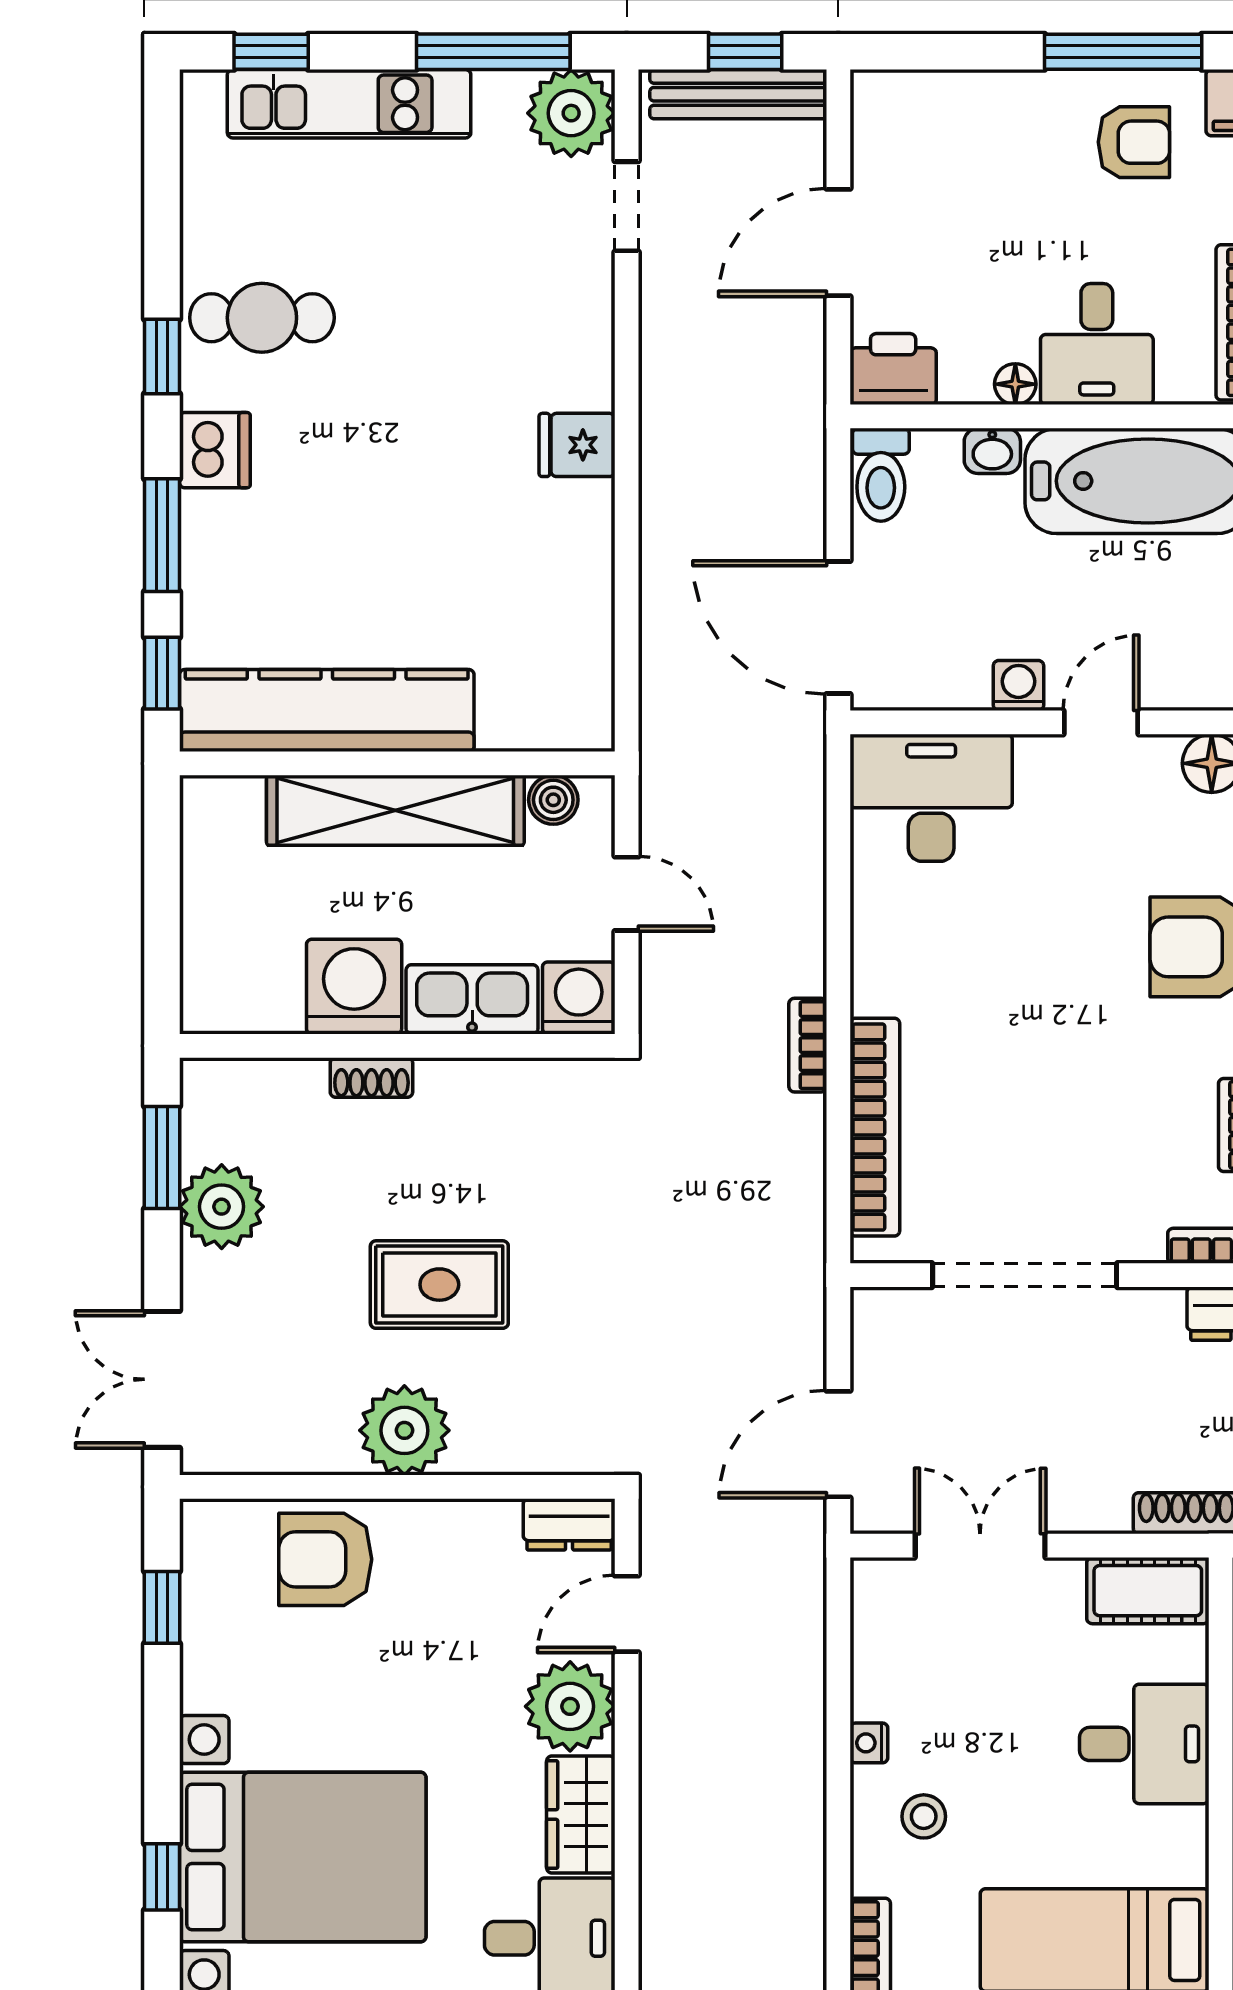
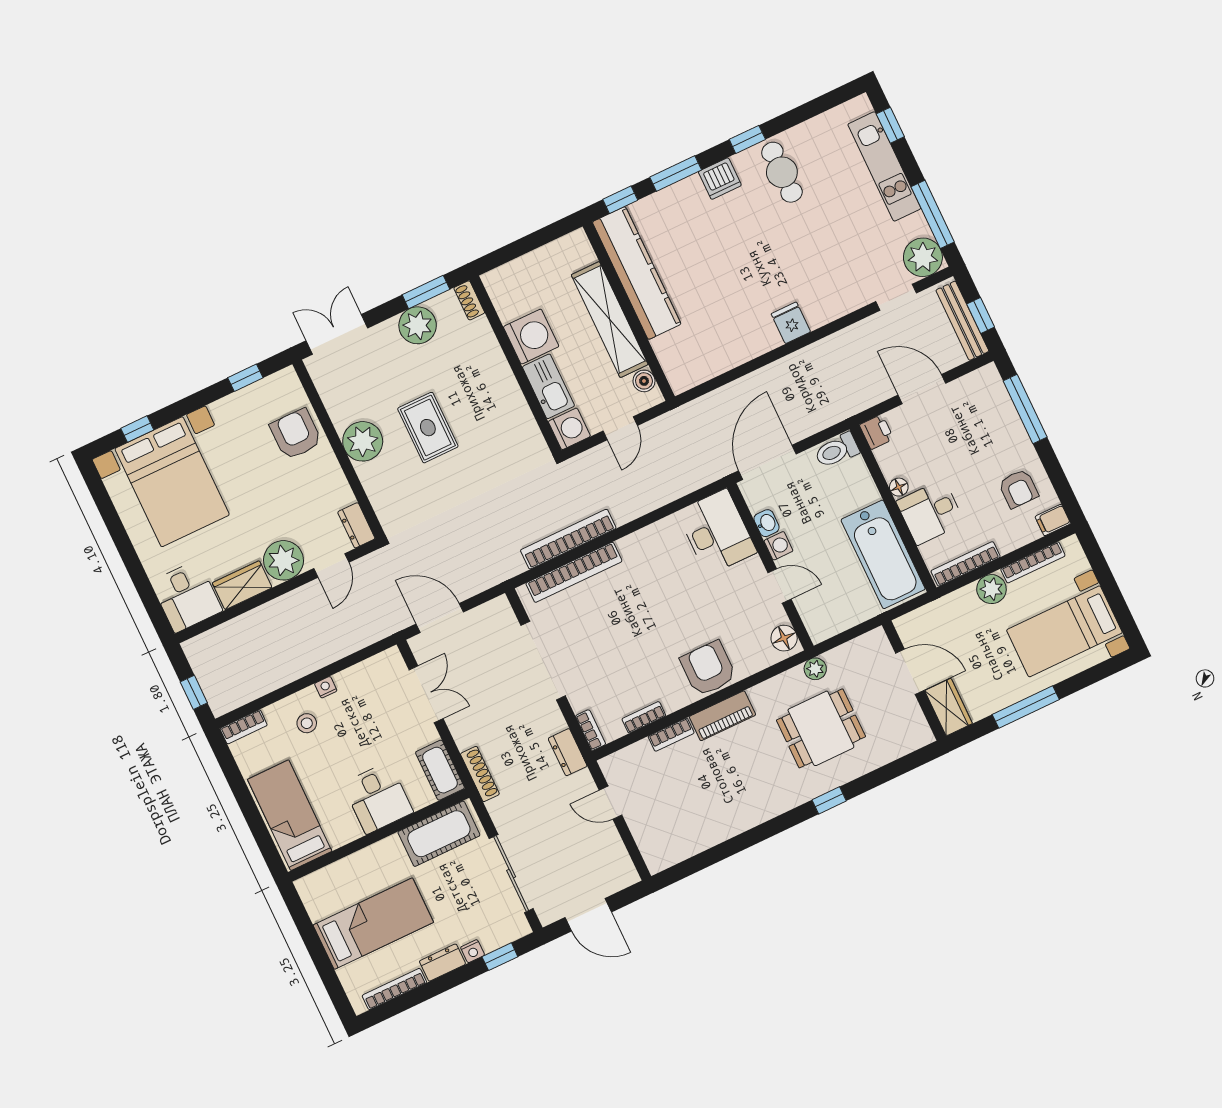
window: (1123, 52) -> (1025, 409), moved
printer: (893, 369) -> (877, 432), width x0.73, depth x0.81
washbasin: (992, 451) -> (767, 523), moved, turned 180
bookcase: (808, 1045) -> (568, 539), width x2.31, depth x1.31
shoe rack: (371, 1077) -> (469, 300), moved
door: (627, 1614) -> (331, 565), swing flipped

